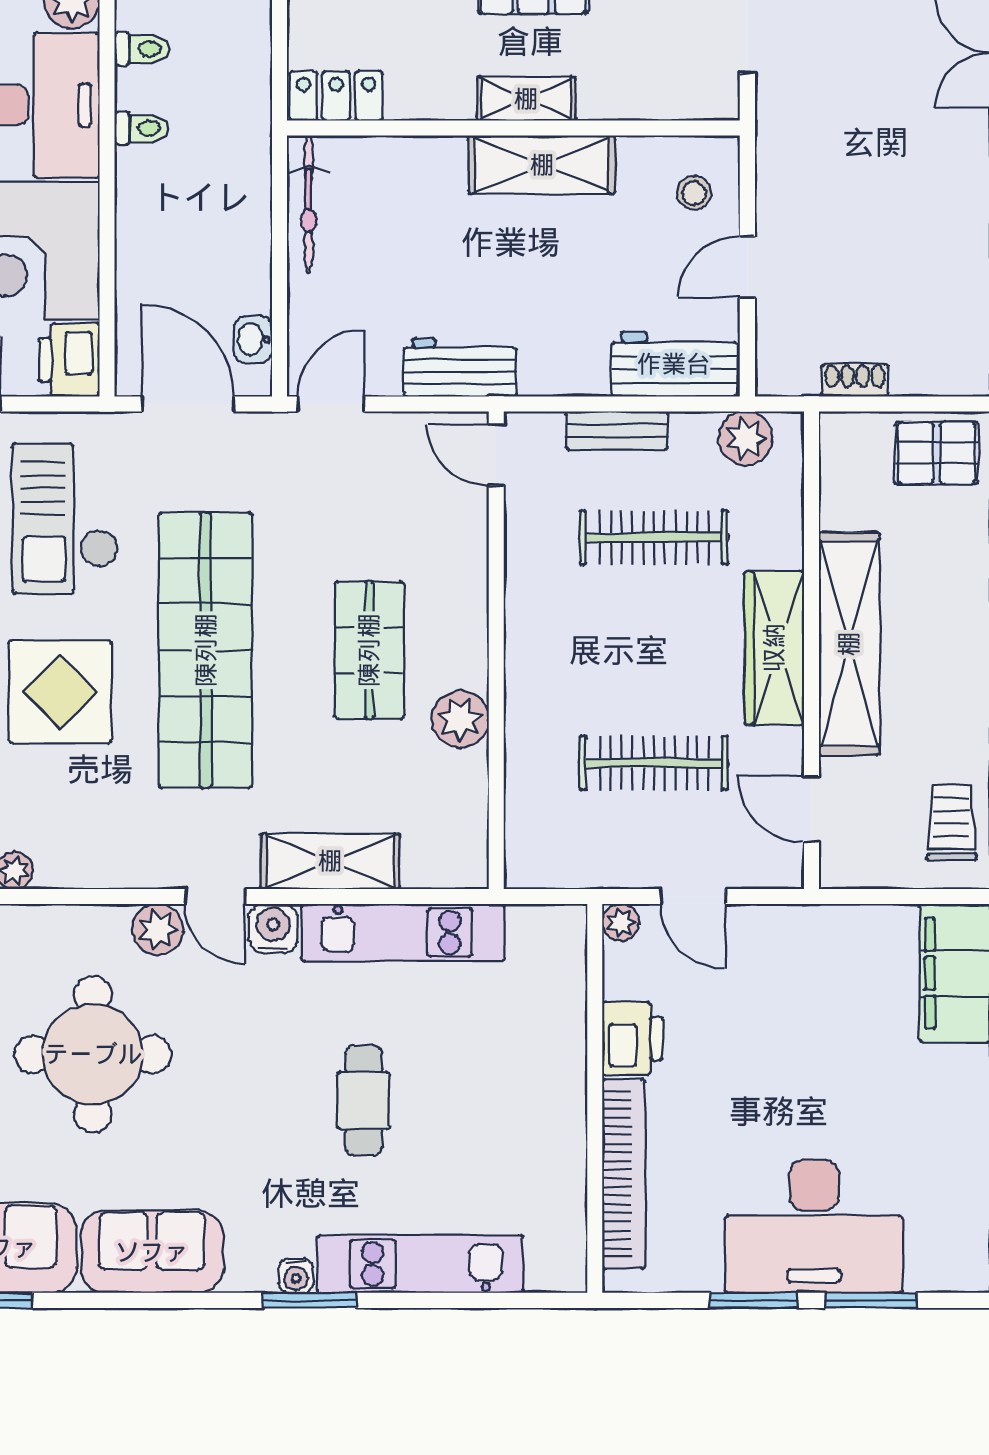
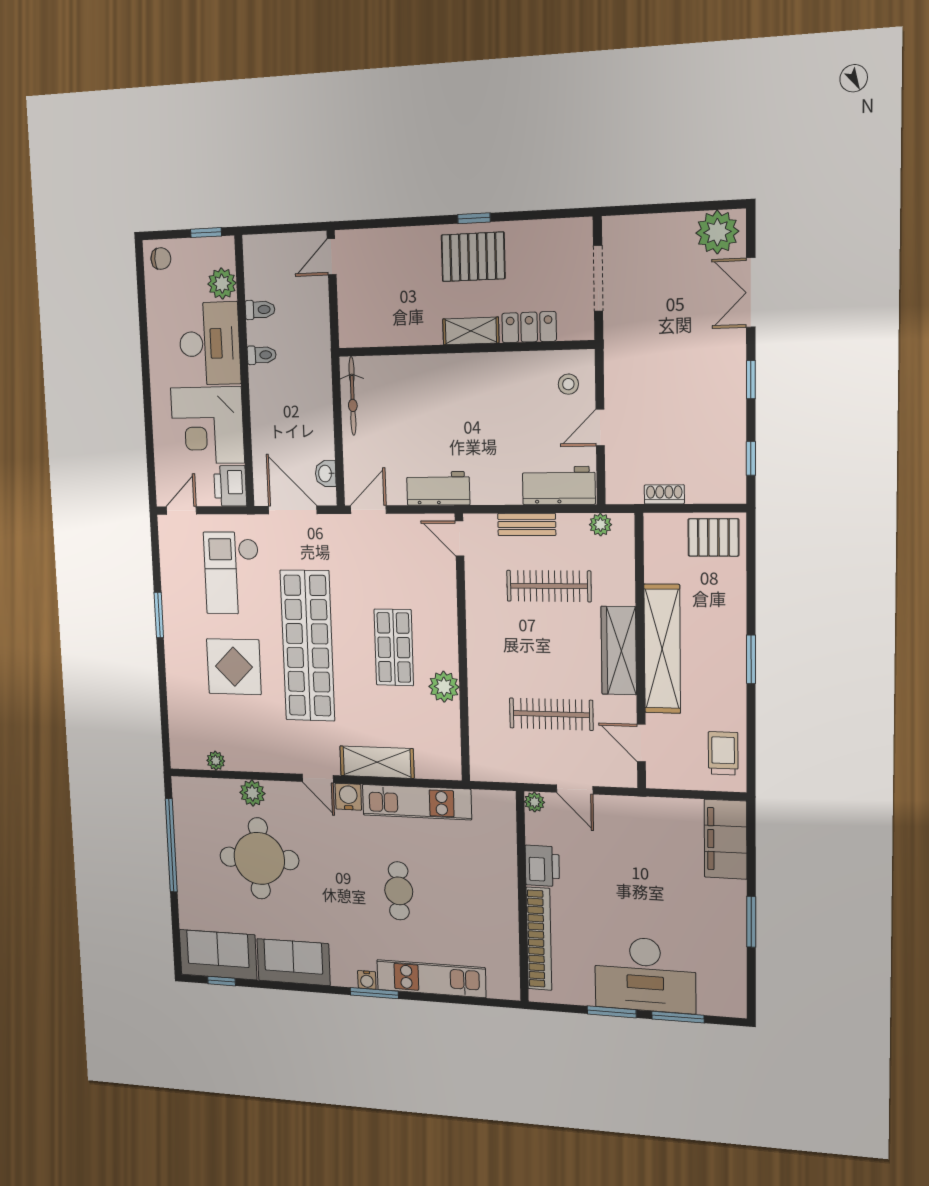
locker: (336, 96) -> (529, 327), moved
shelving: (542, 165) -> (481, 370), removed
plant: (746, 438) -> (600, 525), width x0.73, depth x0.73
plant: (158, 929) -> (252, 793), moved

